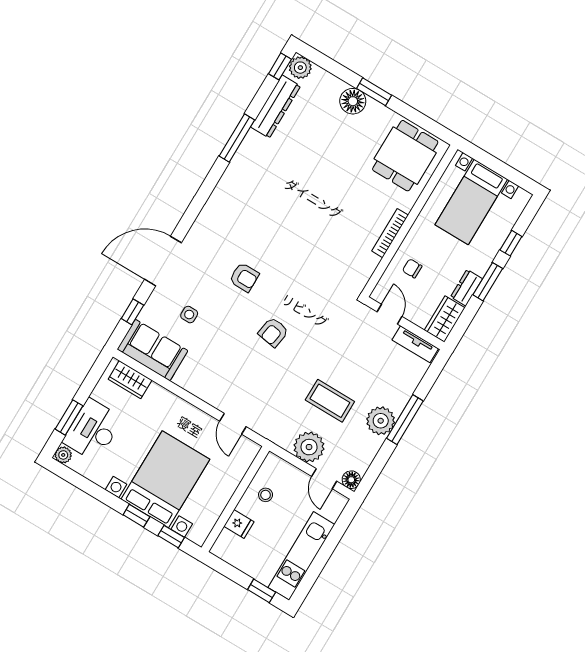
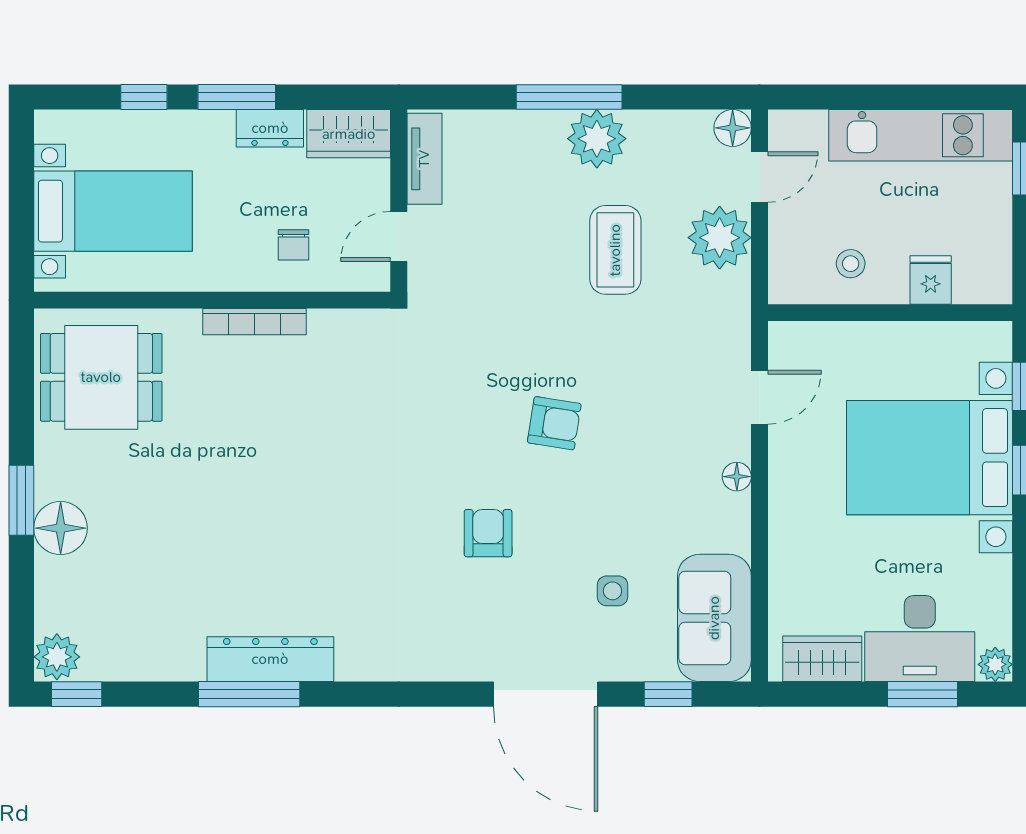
dresser: (276, 107) -> (270, 659), moved
wardrobe: (130, 380) -> (822, 659), moved, turned -90
floor lamp: (206, 395) -> (737, 477), added

